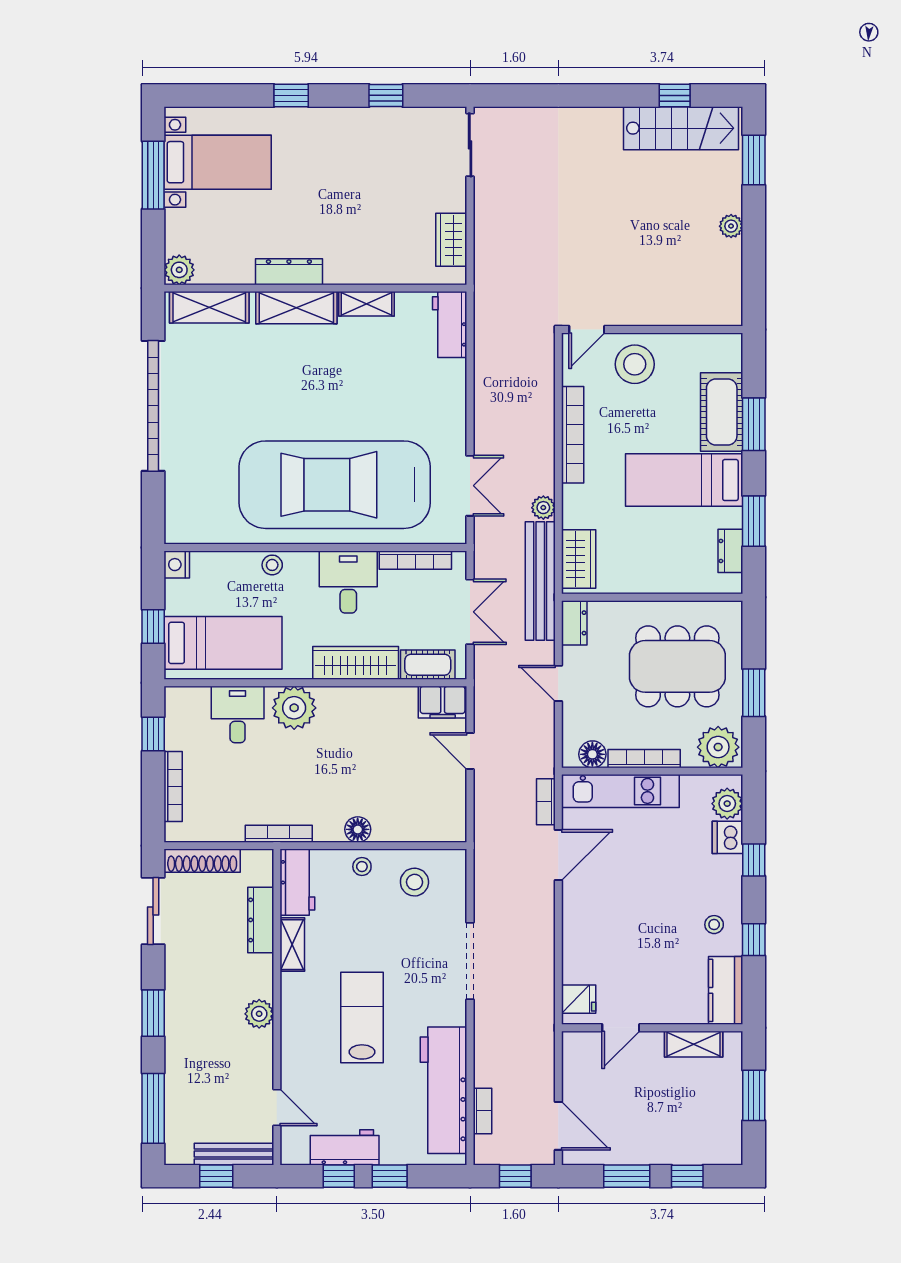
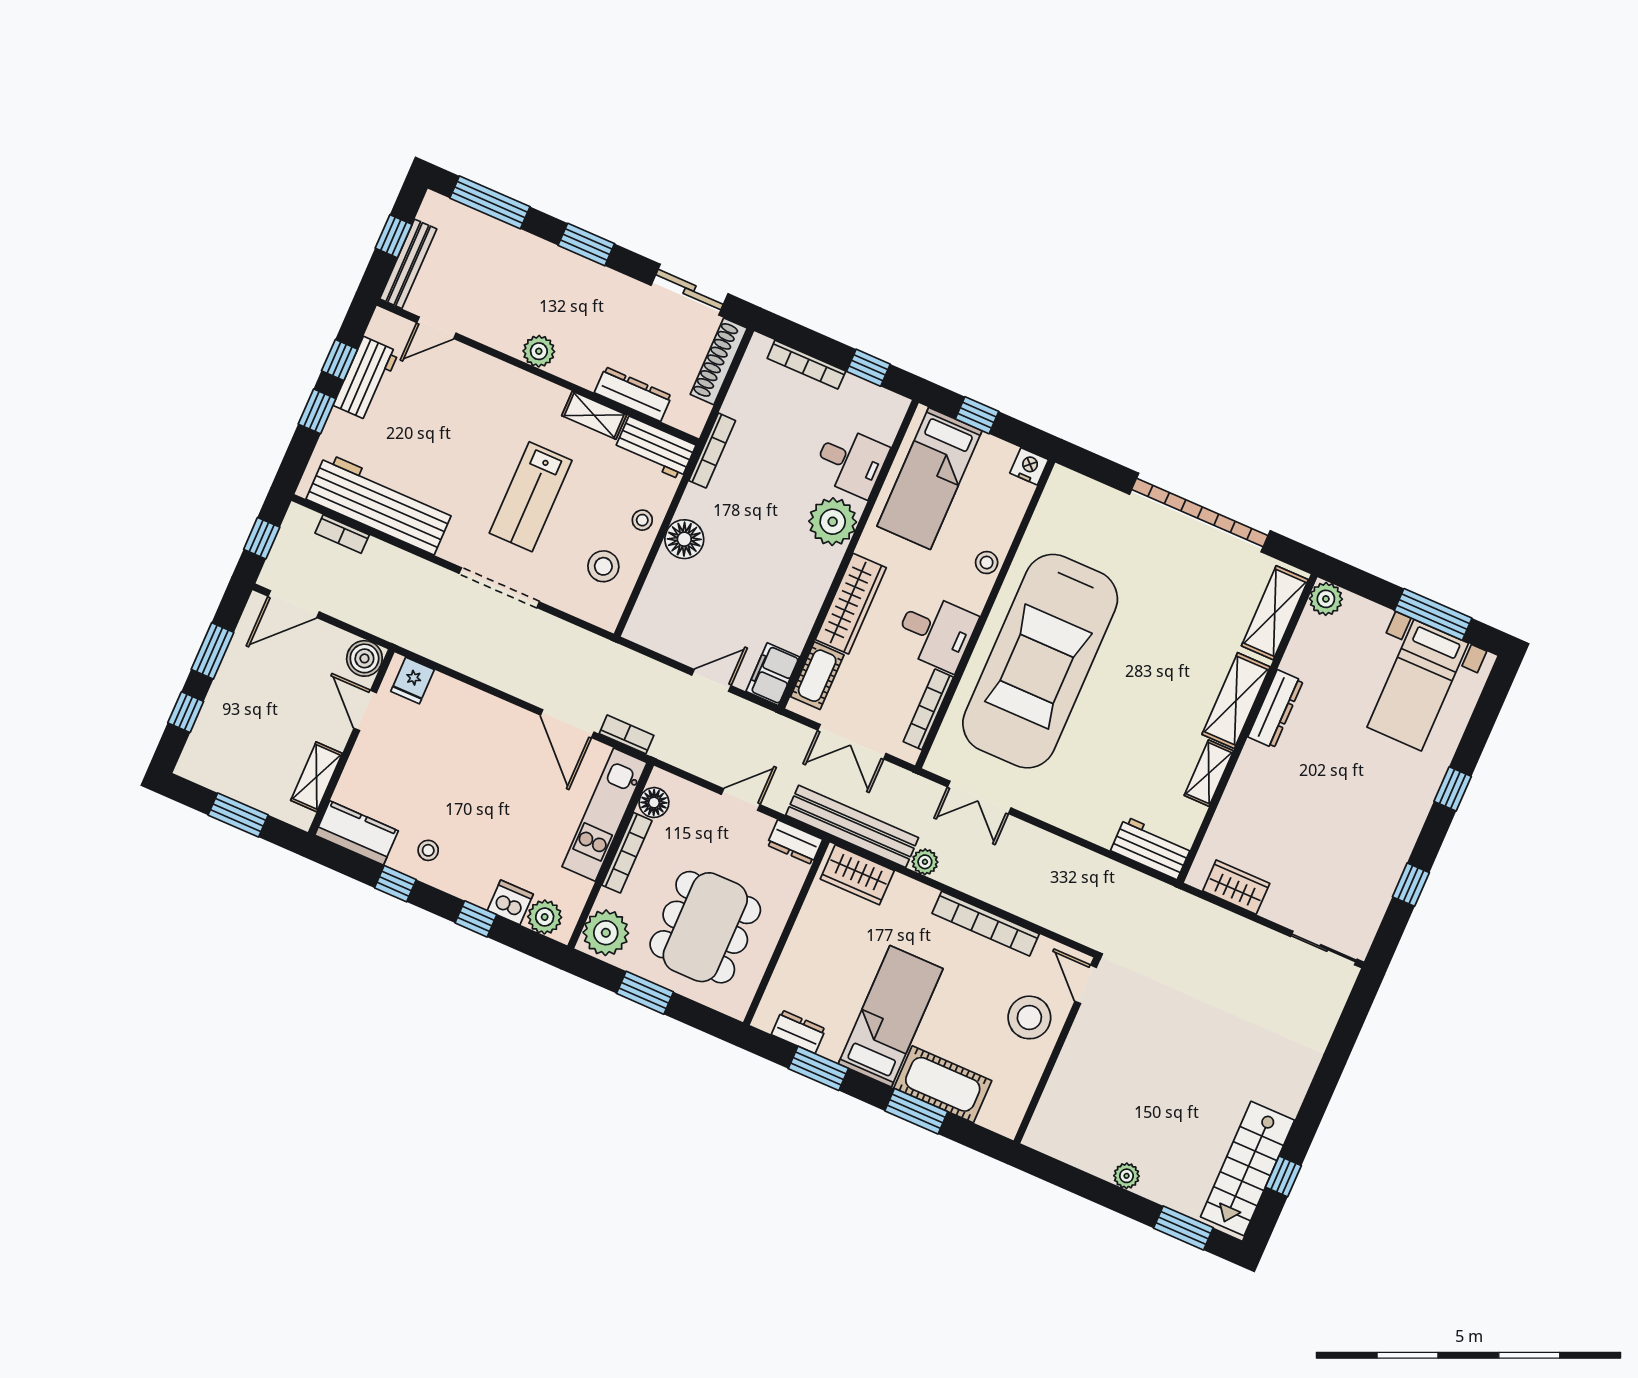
car: (335, 485) -> (1040, 661), turned 180
floor lamp: (358, 829) -> (684, 539), width x1.38, depth x1.38
lab bench: (362, 1017) -> (531, 497), moved, turned 90
boiler: (578, 1047) -> (364, 658), added

